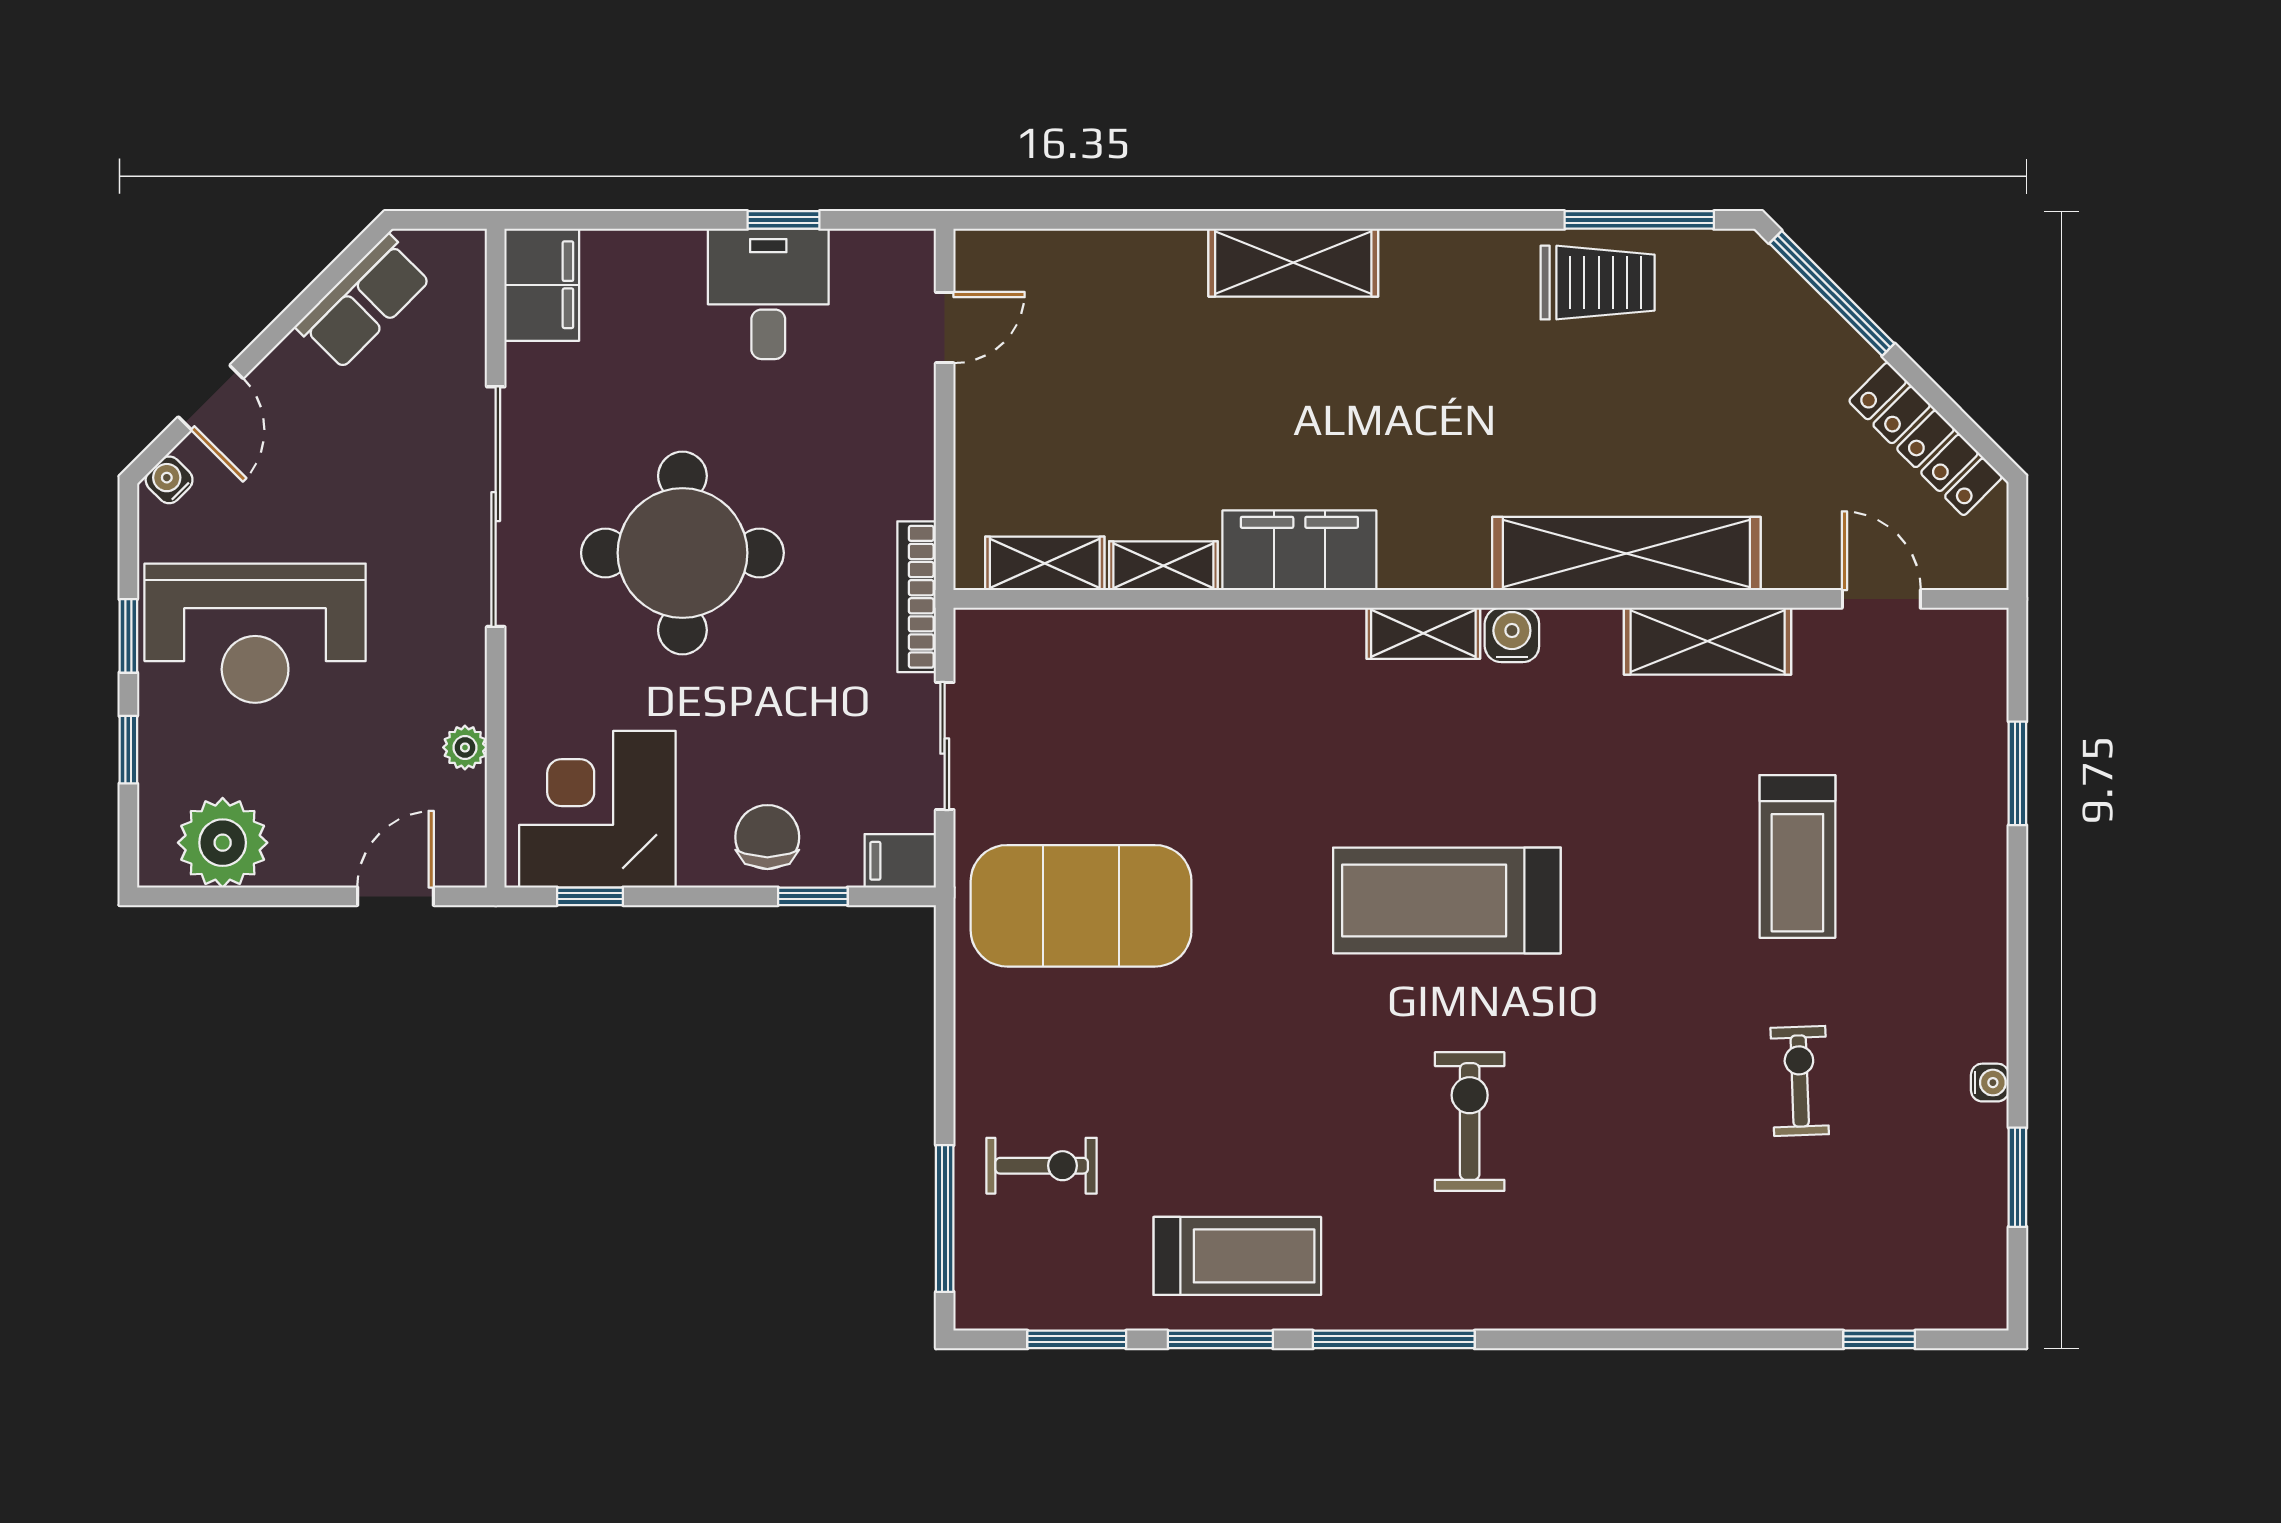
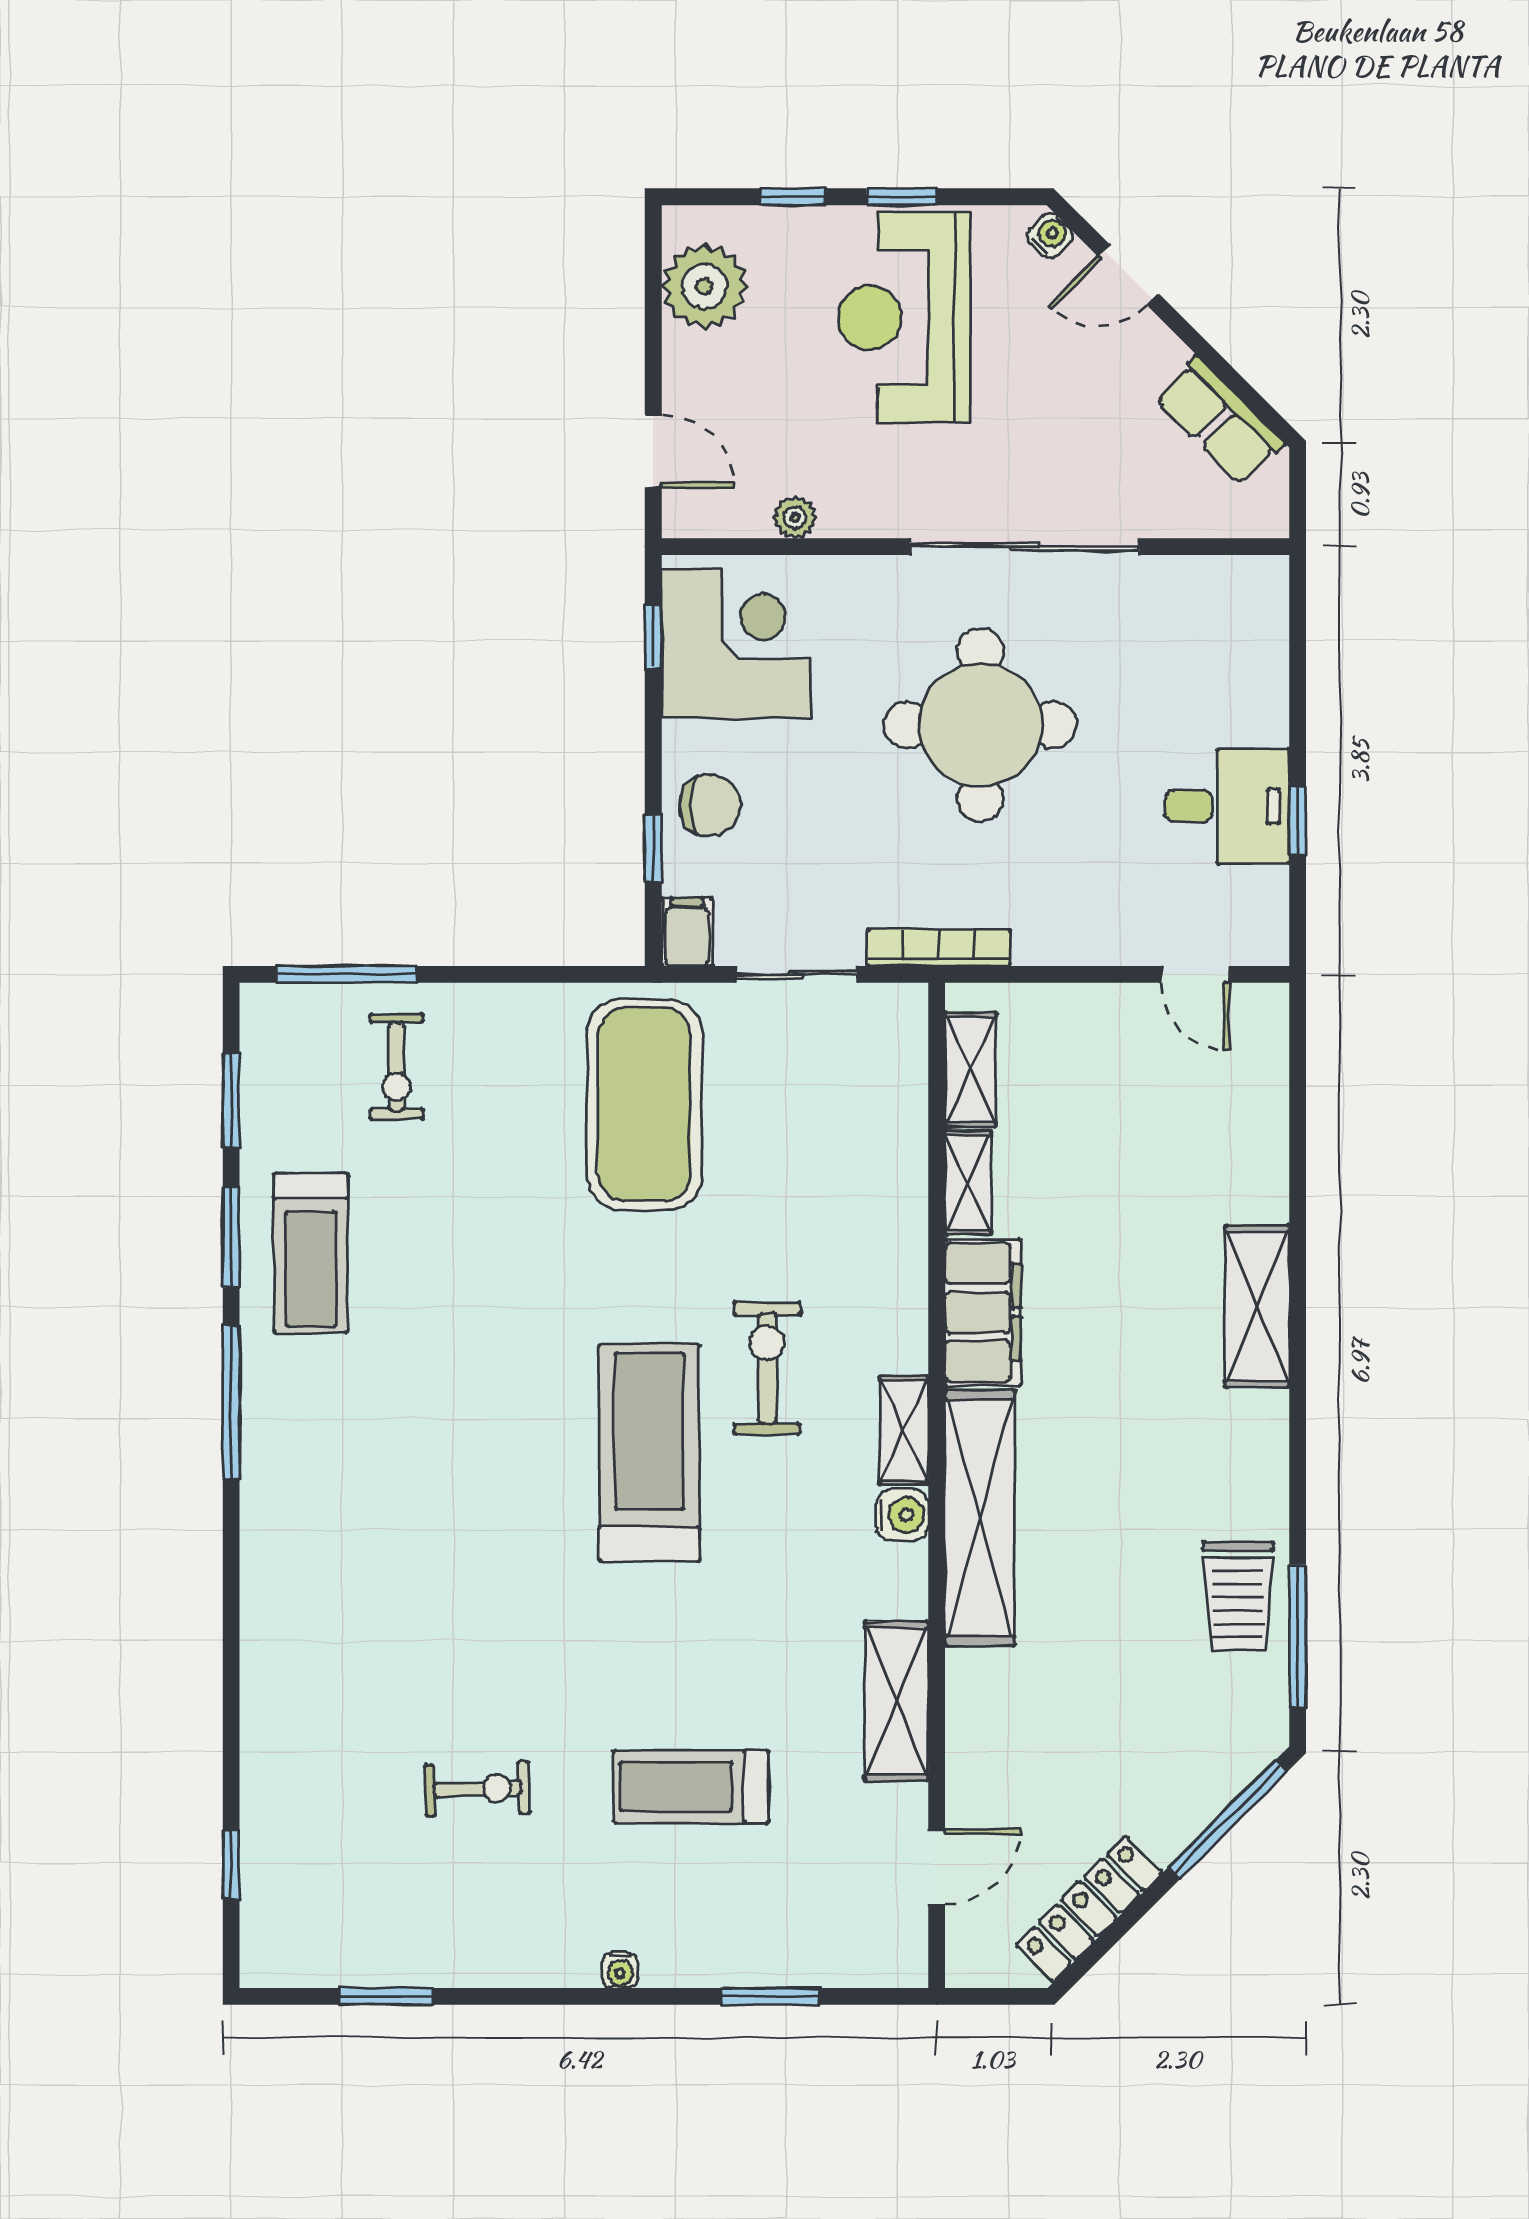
filing cabinet: (542, 285) -> (1236, 591), removed
shelving: (1626, 554) -> (980, 1518), moved
water cooler: (1990, 1083) -> (620, 1970), moved
exercise bike: (1470, 1122) -> (767, 1368), moved, turned -90

